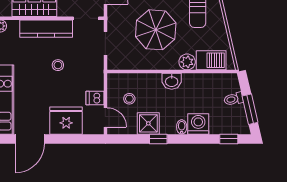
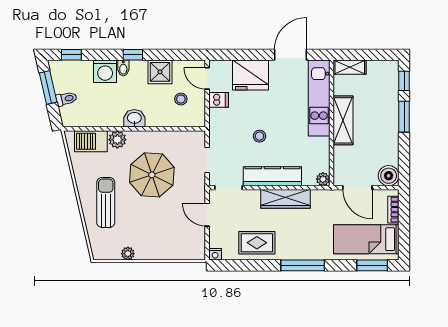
window: (158, 139) -> (133, 55), moved

